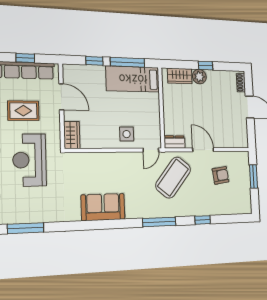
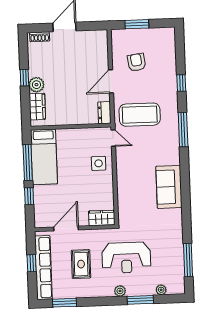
coffee table: (173, 178) -> (140, 115), turned -39

